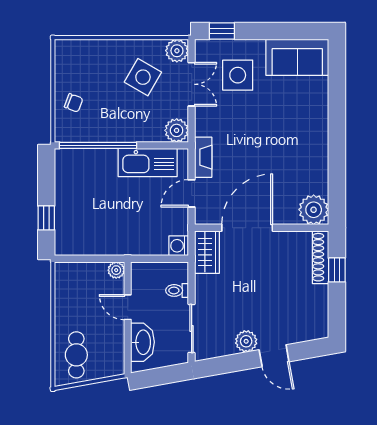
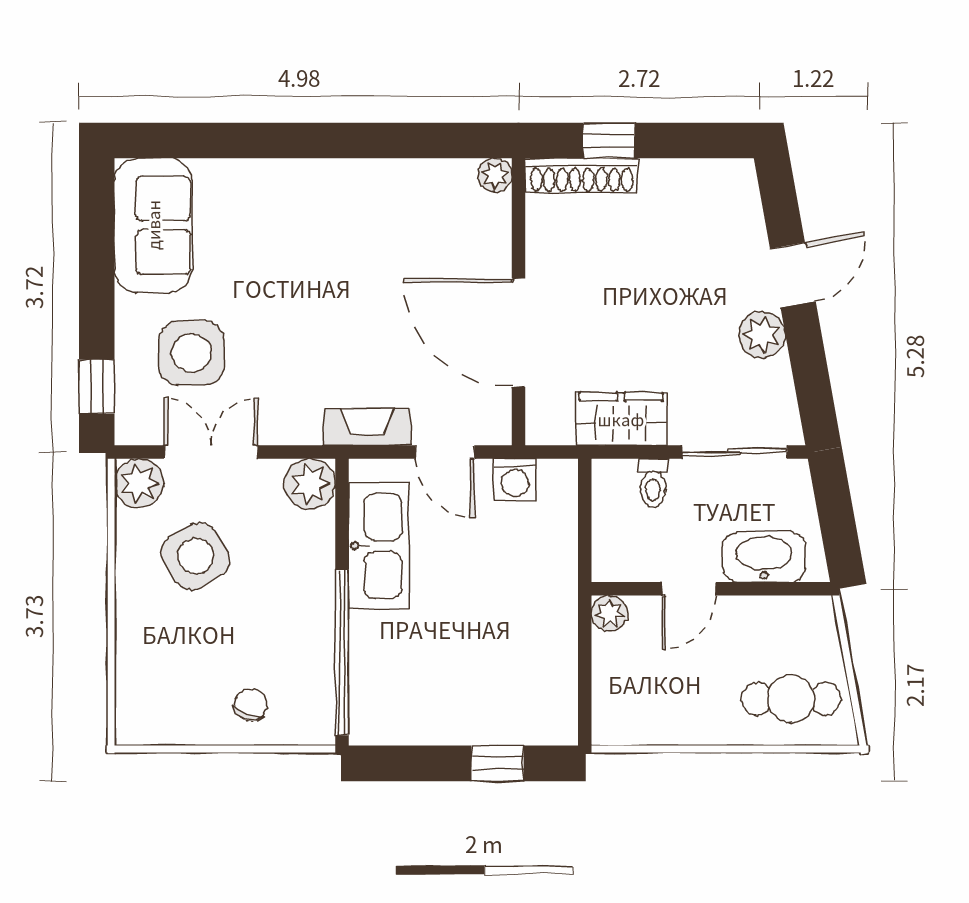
side table: (143, 77) -> (196, 556), turned 30
plant: (314, 210) -> (495, 175), width x0.53, depth x0.53
washing machine: (179, 246) -> (515, 480), moved
wardrobe: (207, 252) -> (621, 419), moved

